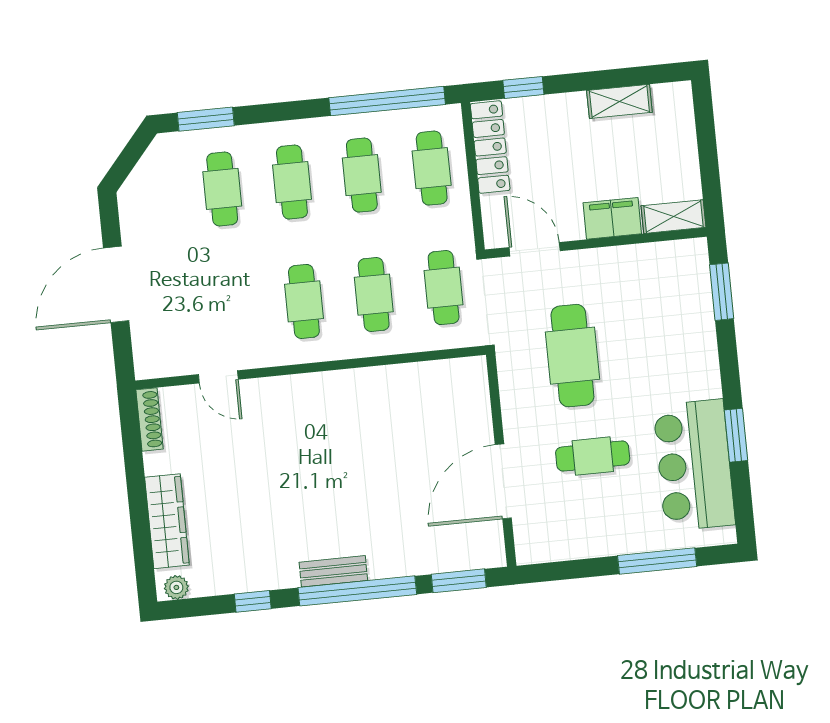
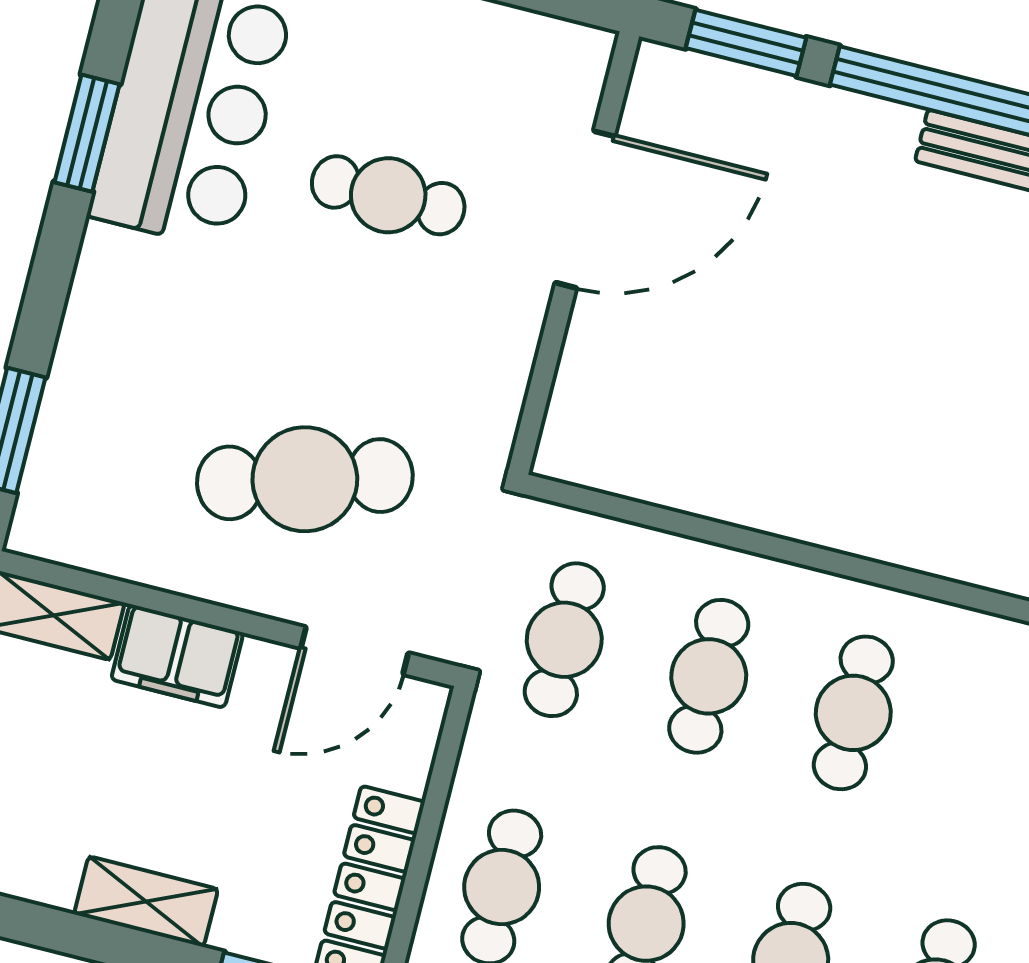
shelving: (619, 101) -> (146, 902), moved
door: (535, 249) -> (355, 651), hinge flipped
cafe table: (572, 356) -> (305, 479), moved, turned 73

